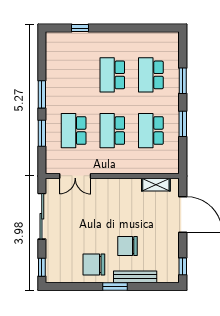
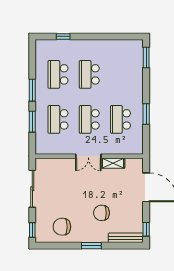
school desk: (151, 75) -> (58, 74), moved
window: (183, 81) -> (146, 57), moved
double door: (75, 176) -> (88, 156), moved
shelving: (156, 185) -> (113, 163), moved
chair: (94, 265) -> (62, 227), moved
bench: (135, 277) -> (126, 238), moved

